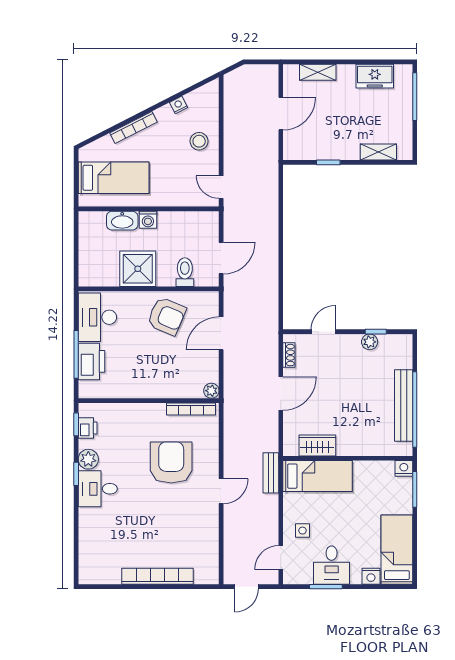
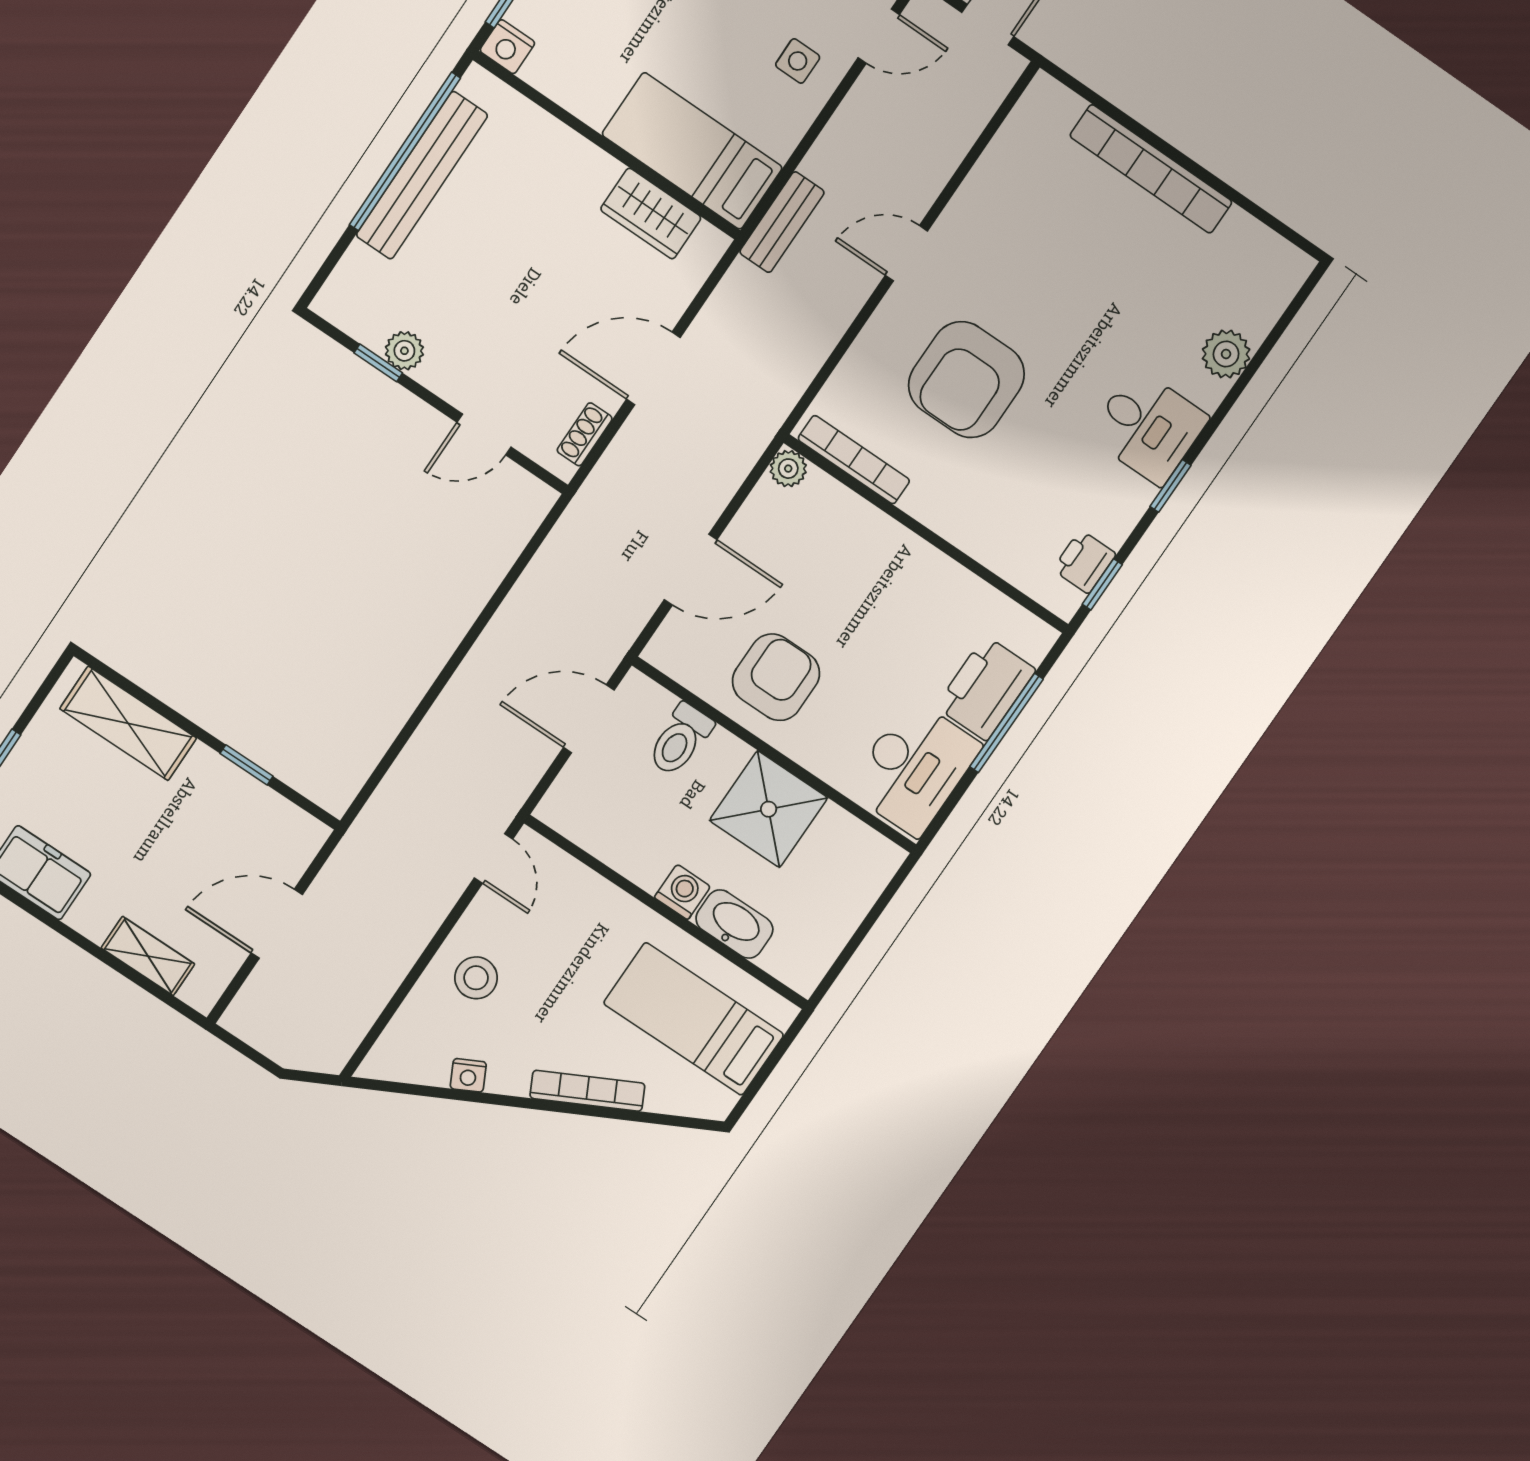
shelving: (378, 152) -> (128, 723), width x1.50, depth x1.33
armchair: (167, 316) -> (776, 677), turned 67
plant: (88, 459) -> (1226, 354), moved

